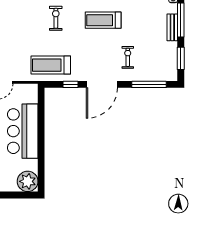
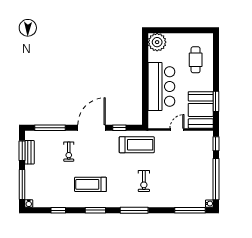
exercise bike: (56, 18) -> (144, 181), moved
treadmill: (103, 20) -> (90, 184), turned 180
bench: (172, 27) -> (29, 152), moved

